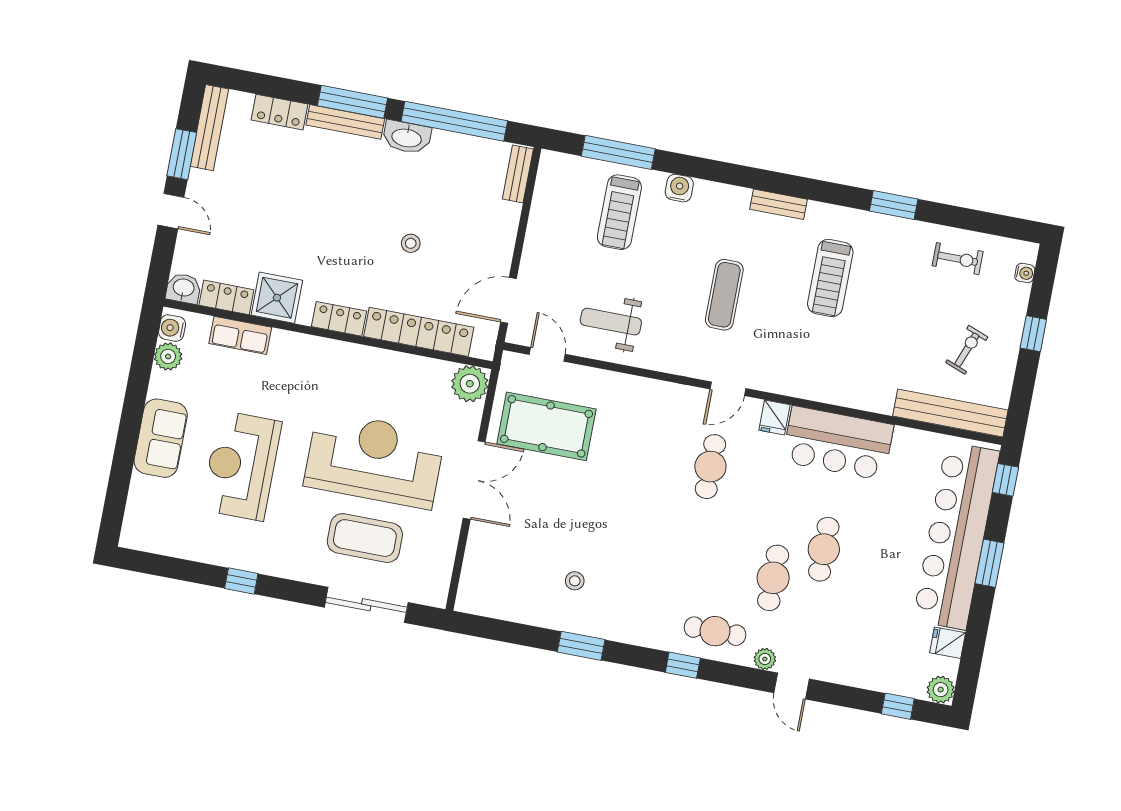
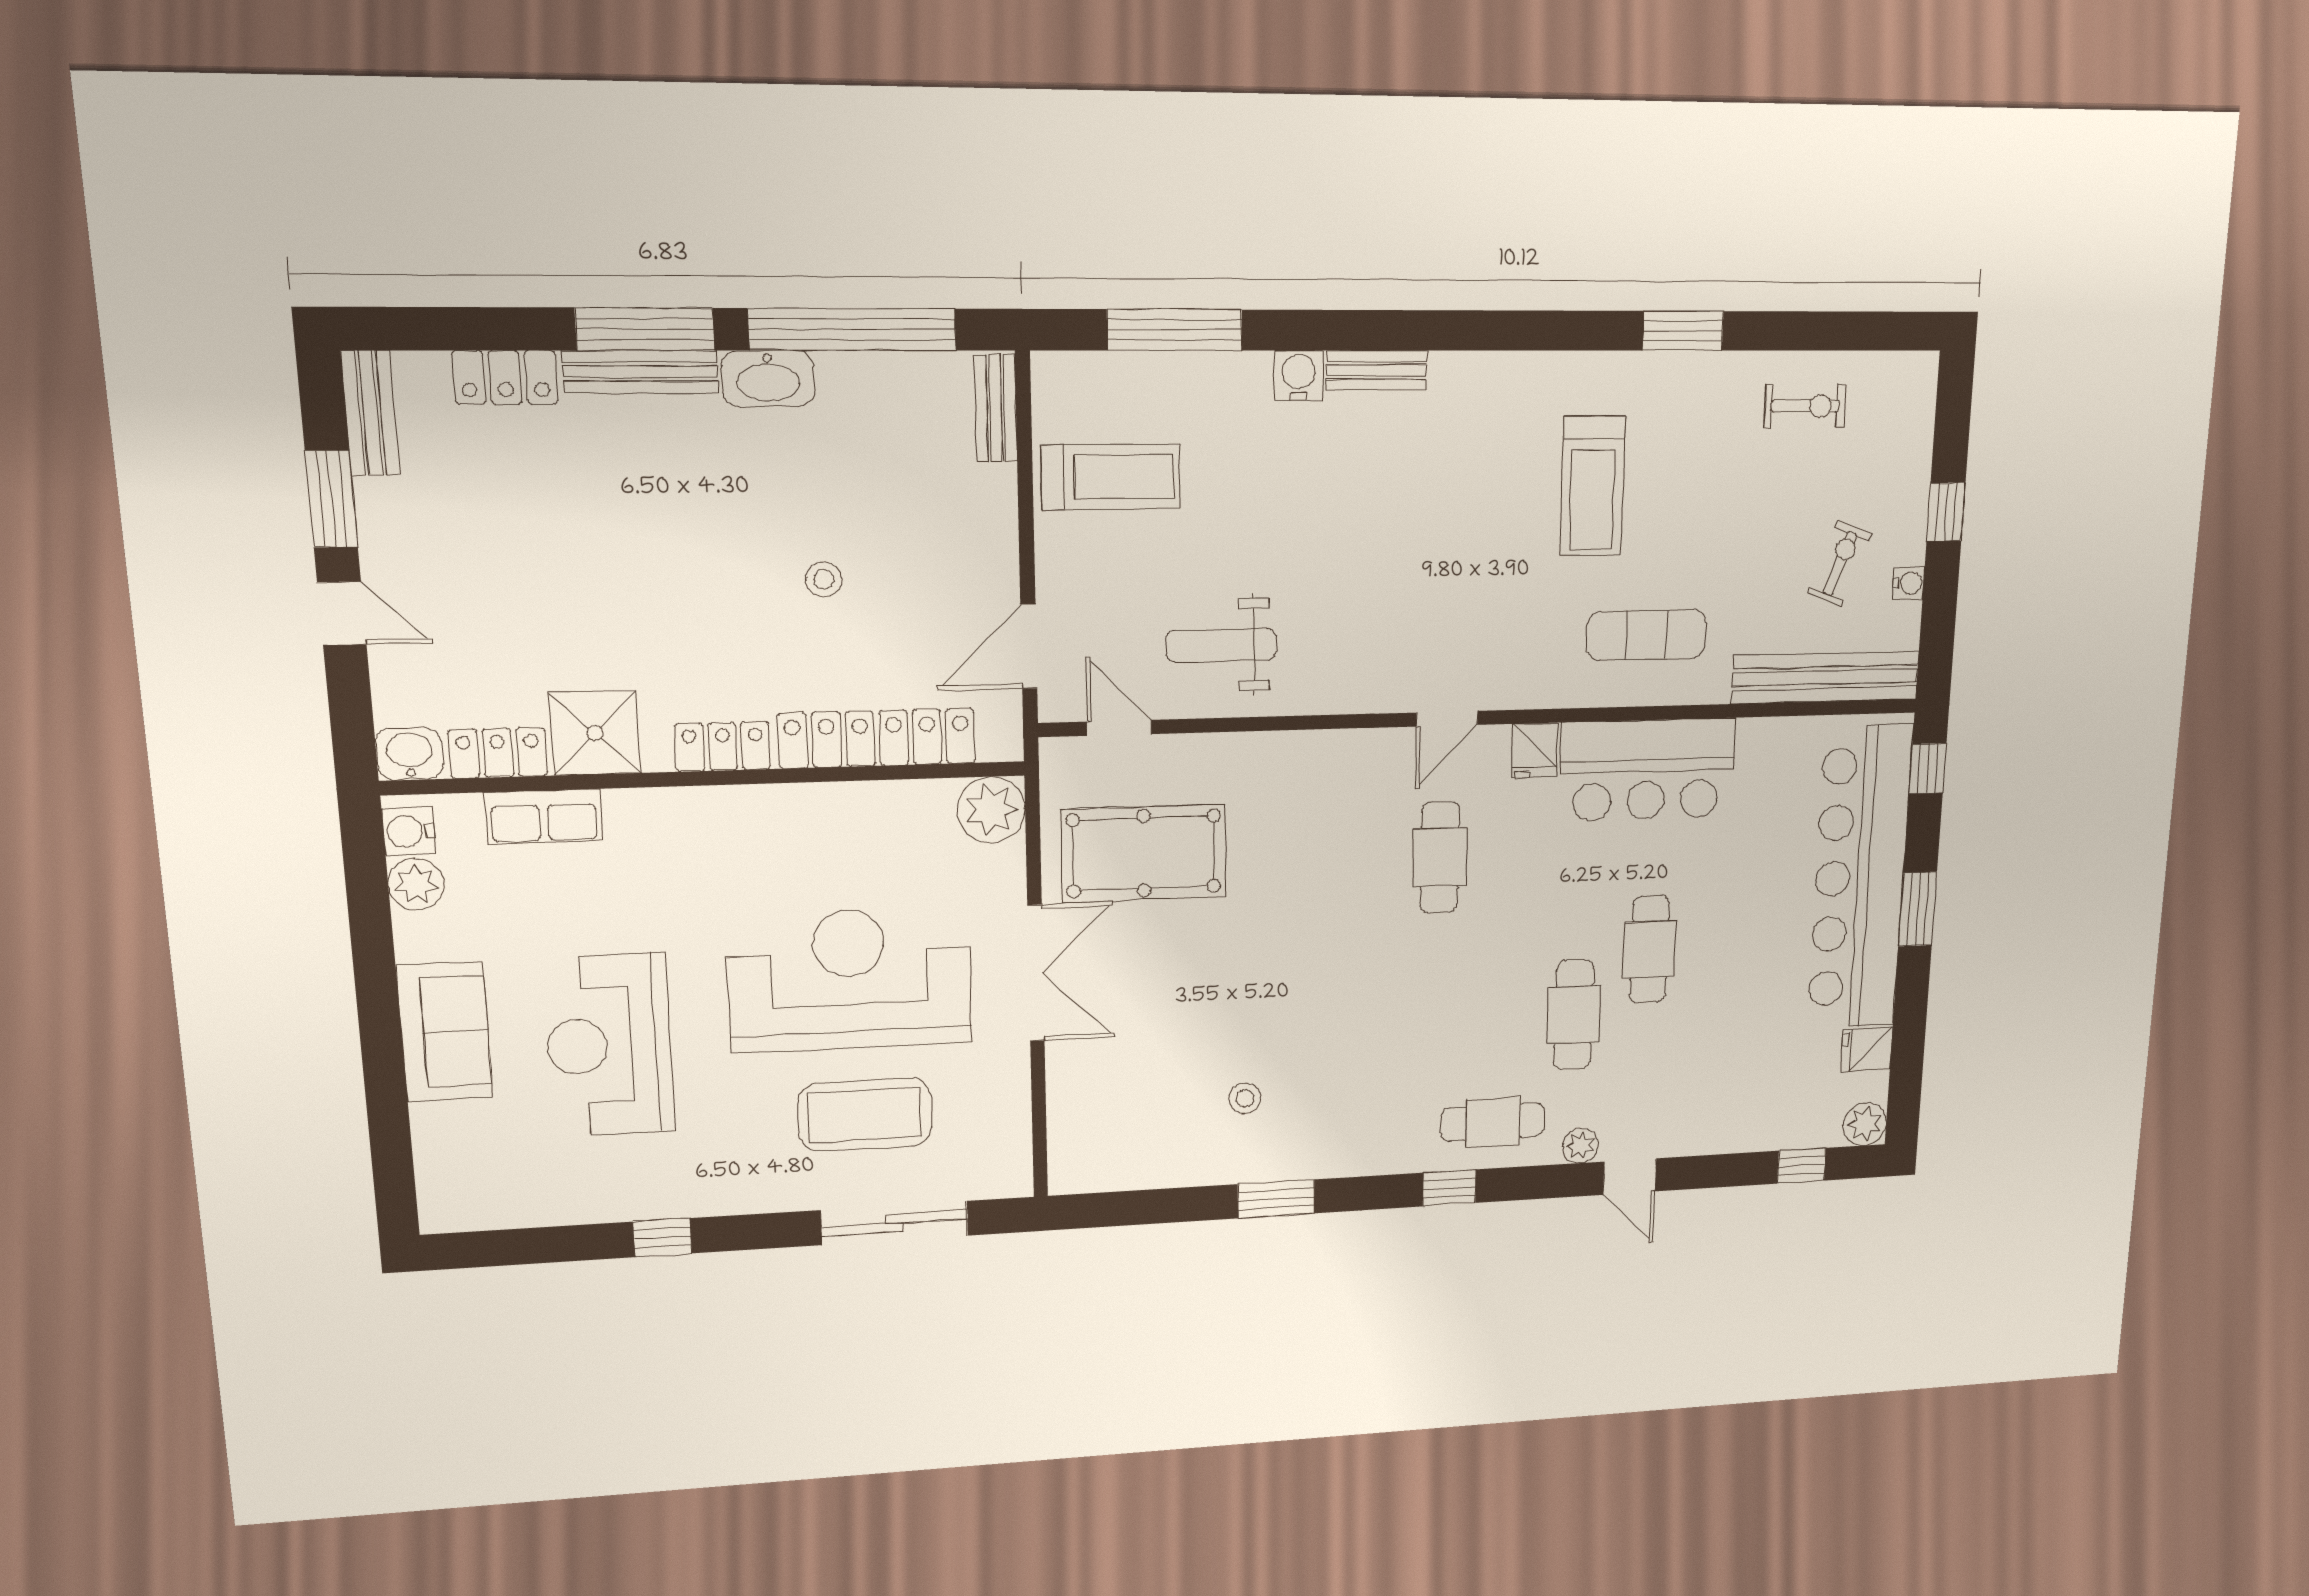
bench: (209, 128) -> (370, 413), width x0.73
bench: (779, 204) -> (1377, 370), moved
treadmill: (619, 212) -> (1111, 477), moved, turned -90
water cooler: (1025, 273) -> (1909, 583), moved
exercise mat: (724, 295) -> (1646, 635), moved, turned 90

